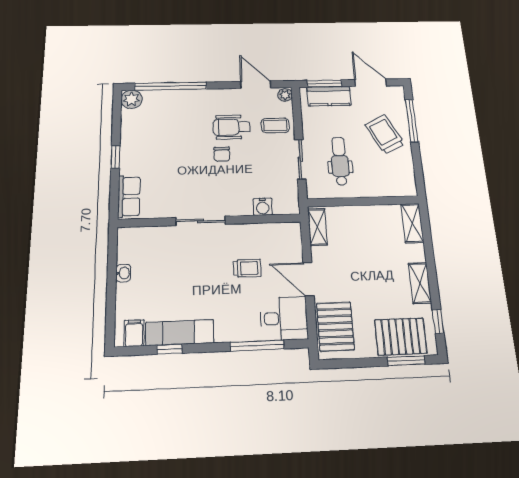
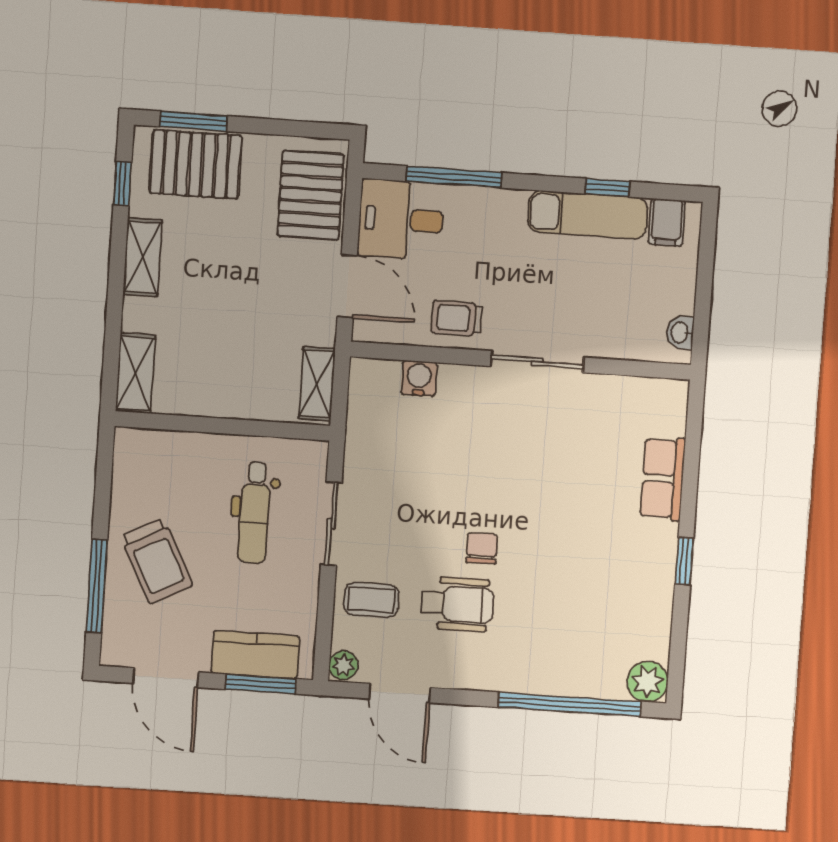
water cooler: (263, 207) -> (419, 378), moved
sliding door: (201, 221) -> (537, 362), moved
wall: (210, 221) -> (521, 361), moved

